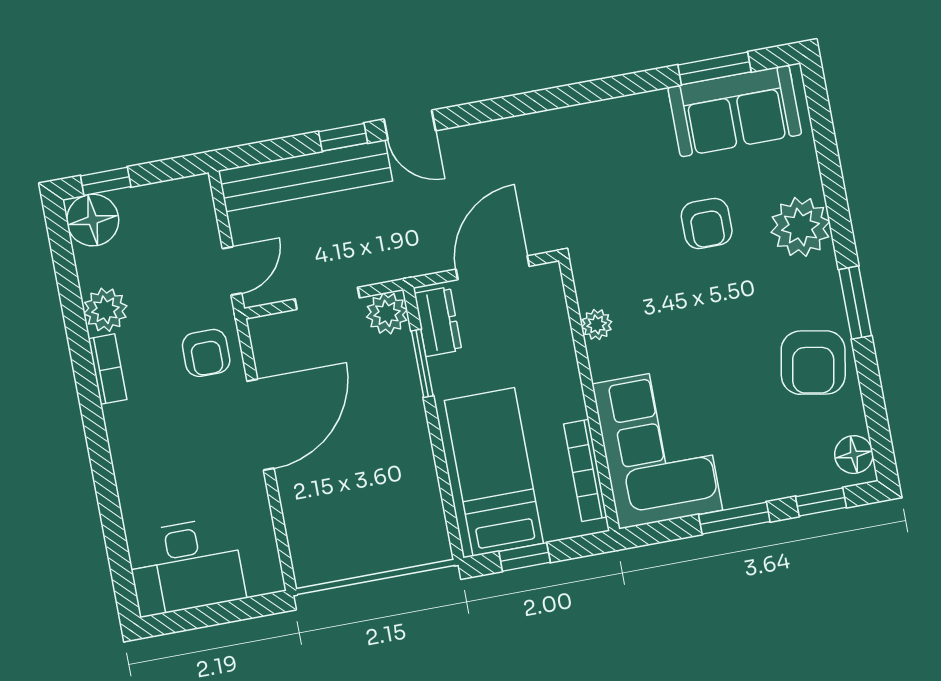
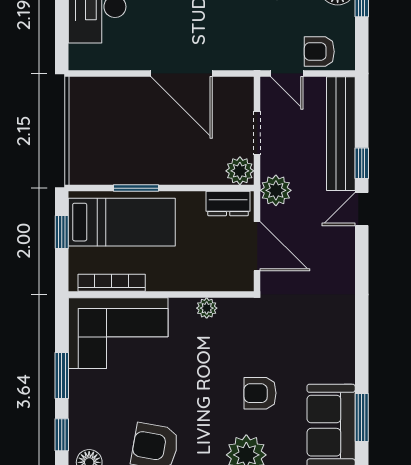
plant: (406, 255) -> (276, 190), added
armchair: (206, 353) -> (319, 52), moved
window: (422, 363) -> (136, 188), moved

